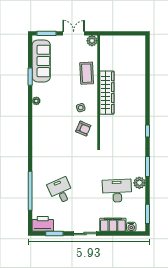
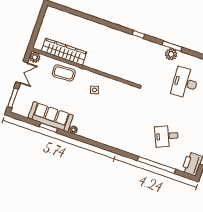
double door: (74, 33) -> (22, 72), swing flipped
sofa: (41, 61) -> (51, 117), moved
wardrobe: (107, 93) -> (64, 52), moved
armchair: (83, 129) -> (115, 94), removed
plant: (139, 183) -> (171, 54), moved

